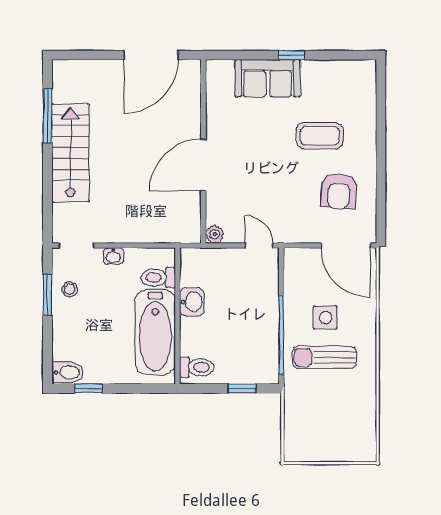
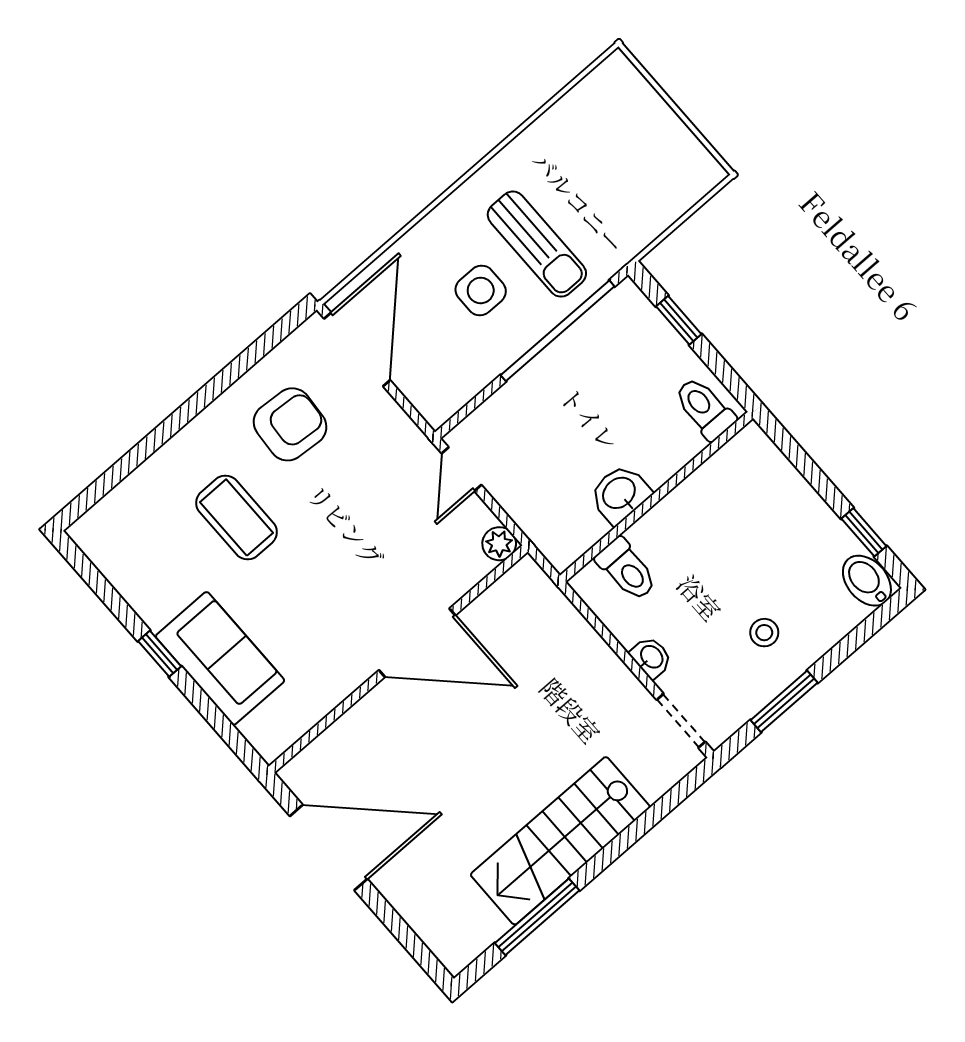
stool: (70, 289) -> (764, 633), moved
bathtub: (155, 332) -> (706, 508), removed

